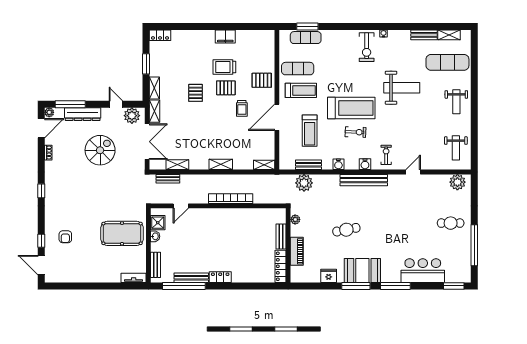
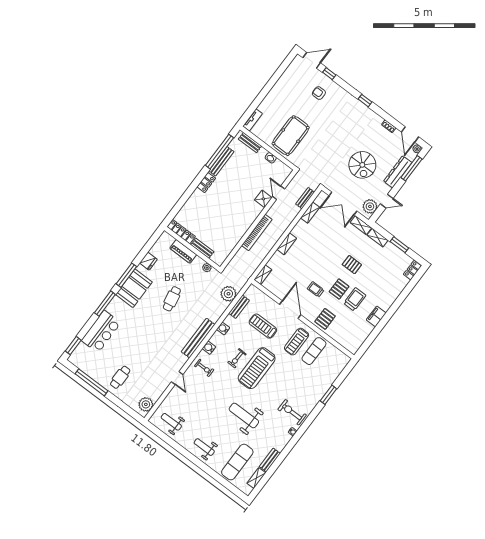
window: (307, 27) -> (328, 395), moved
exercise mat: (306, 38) -> (332, 374), removed
weight bench: (402, 88) -> (244, 415), turned 90
shower: (158, 223) -> (263, 199), moved

